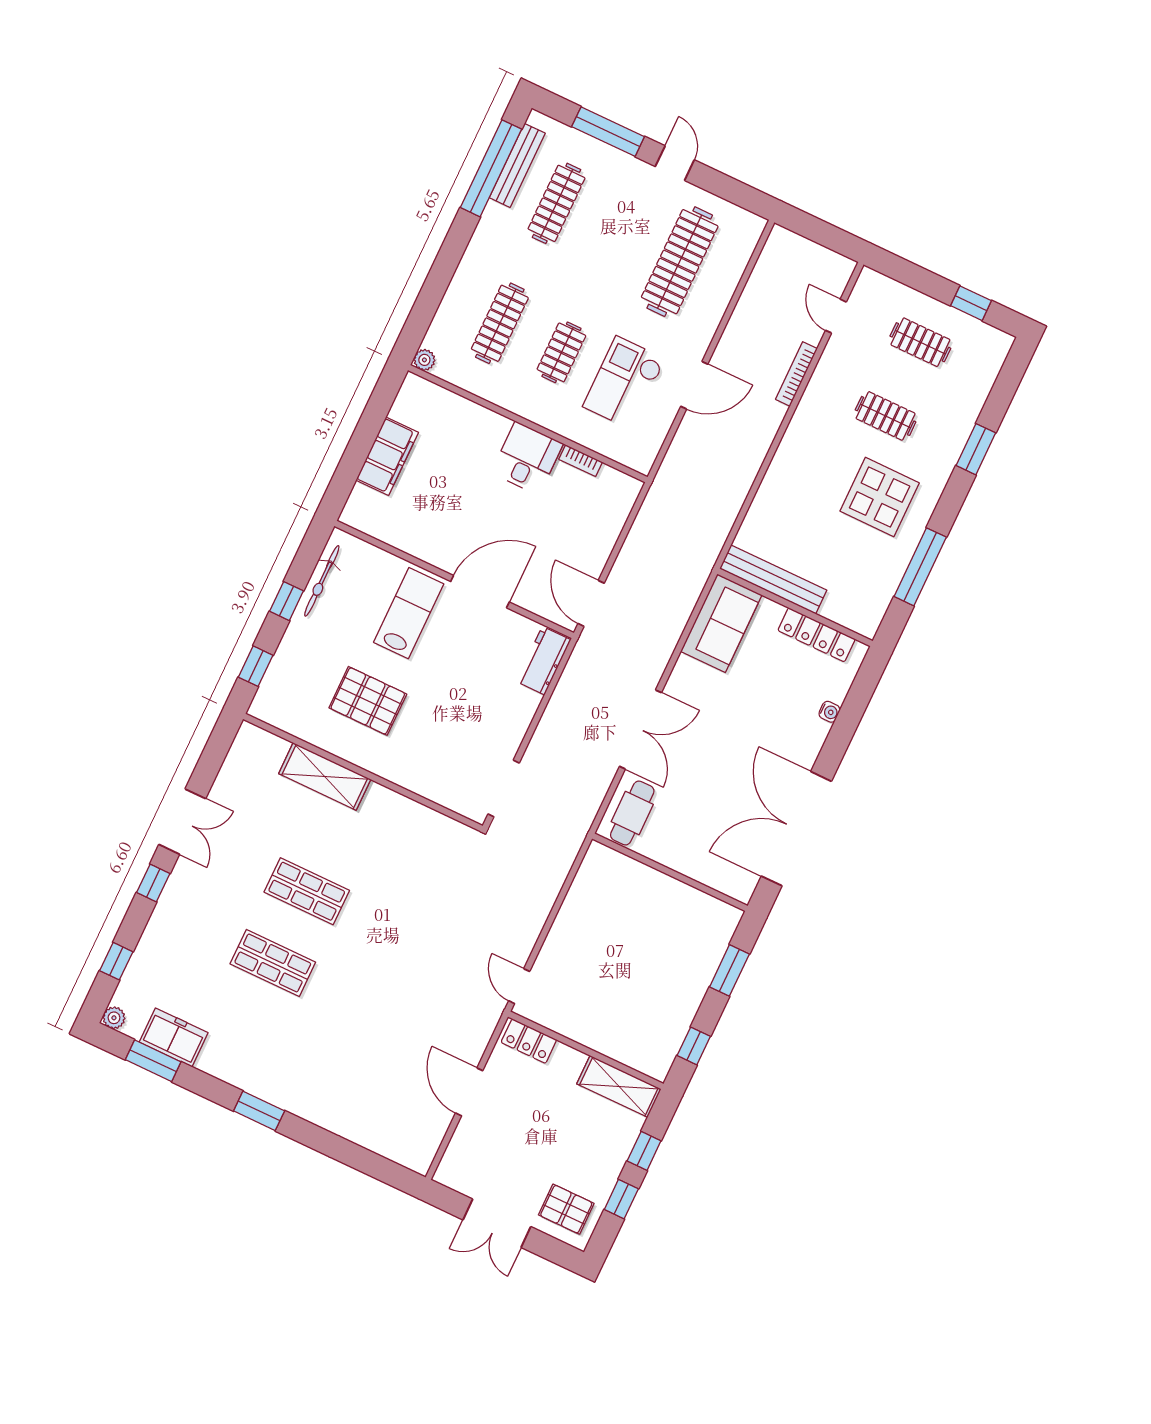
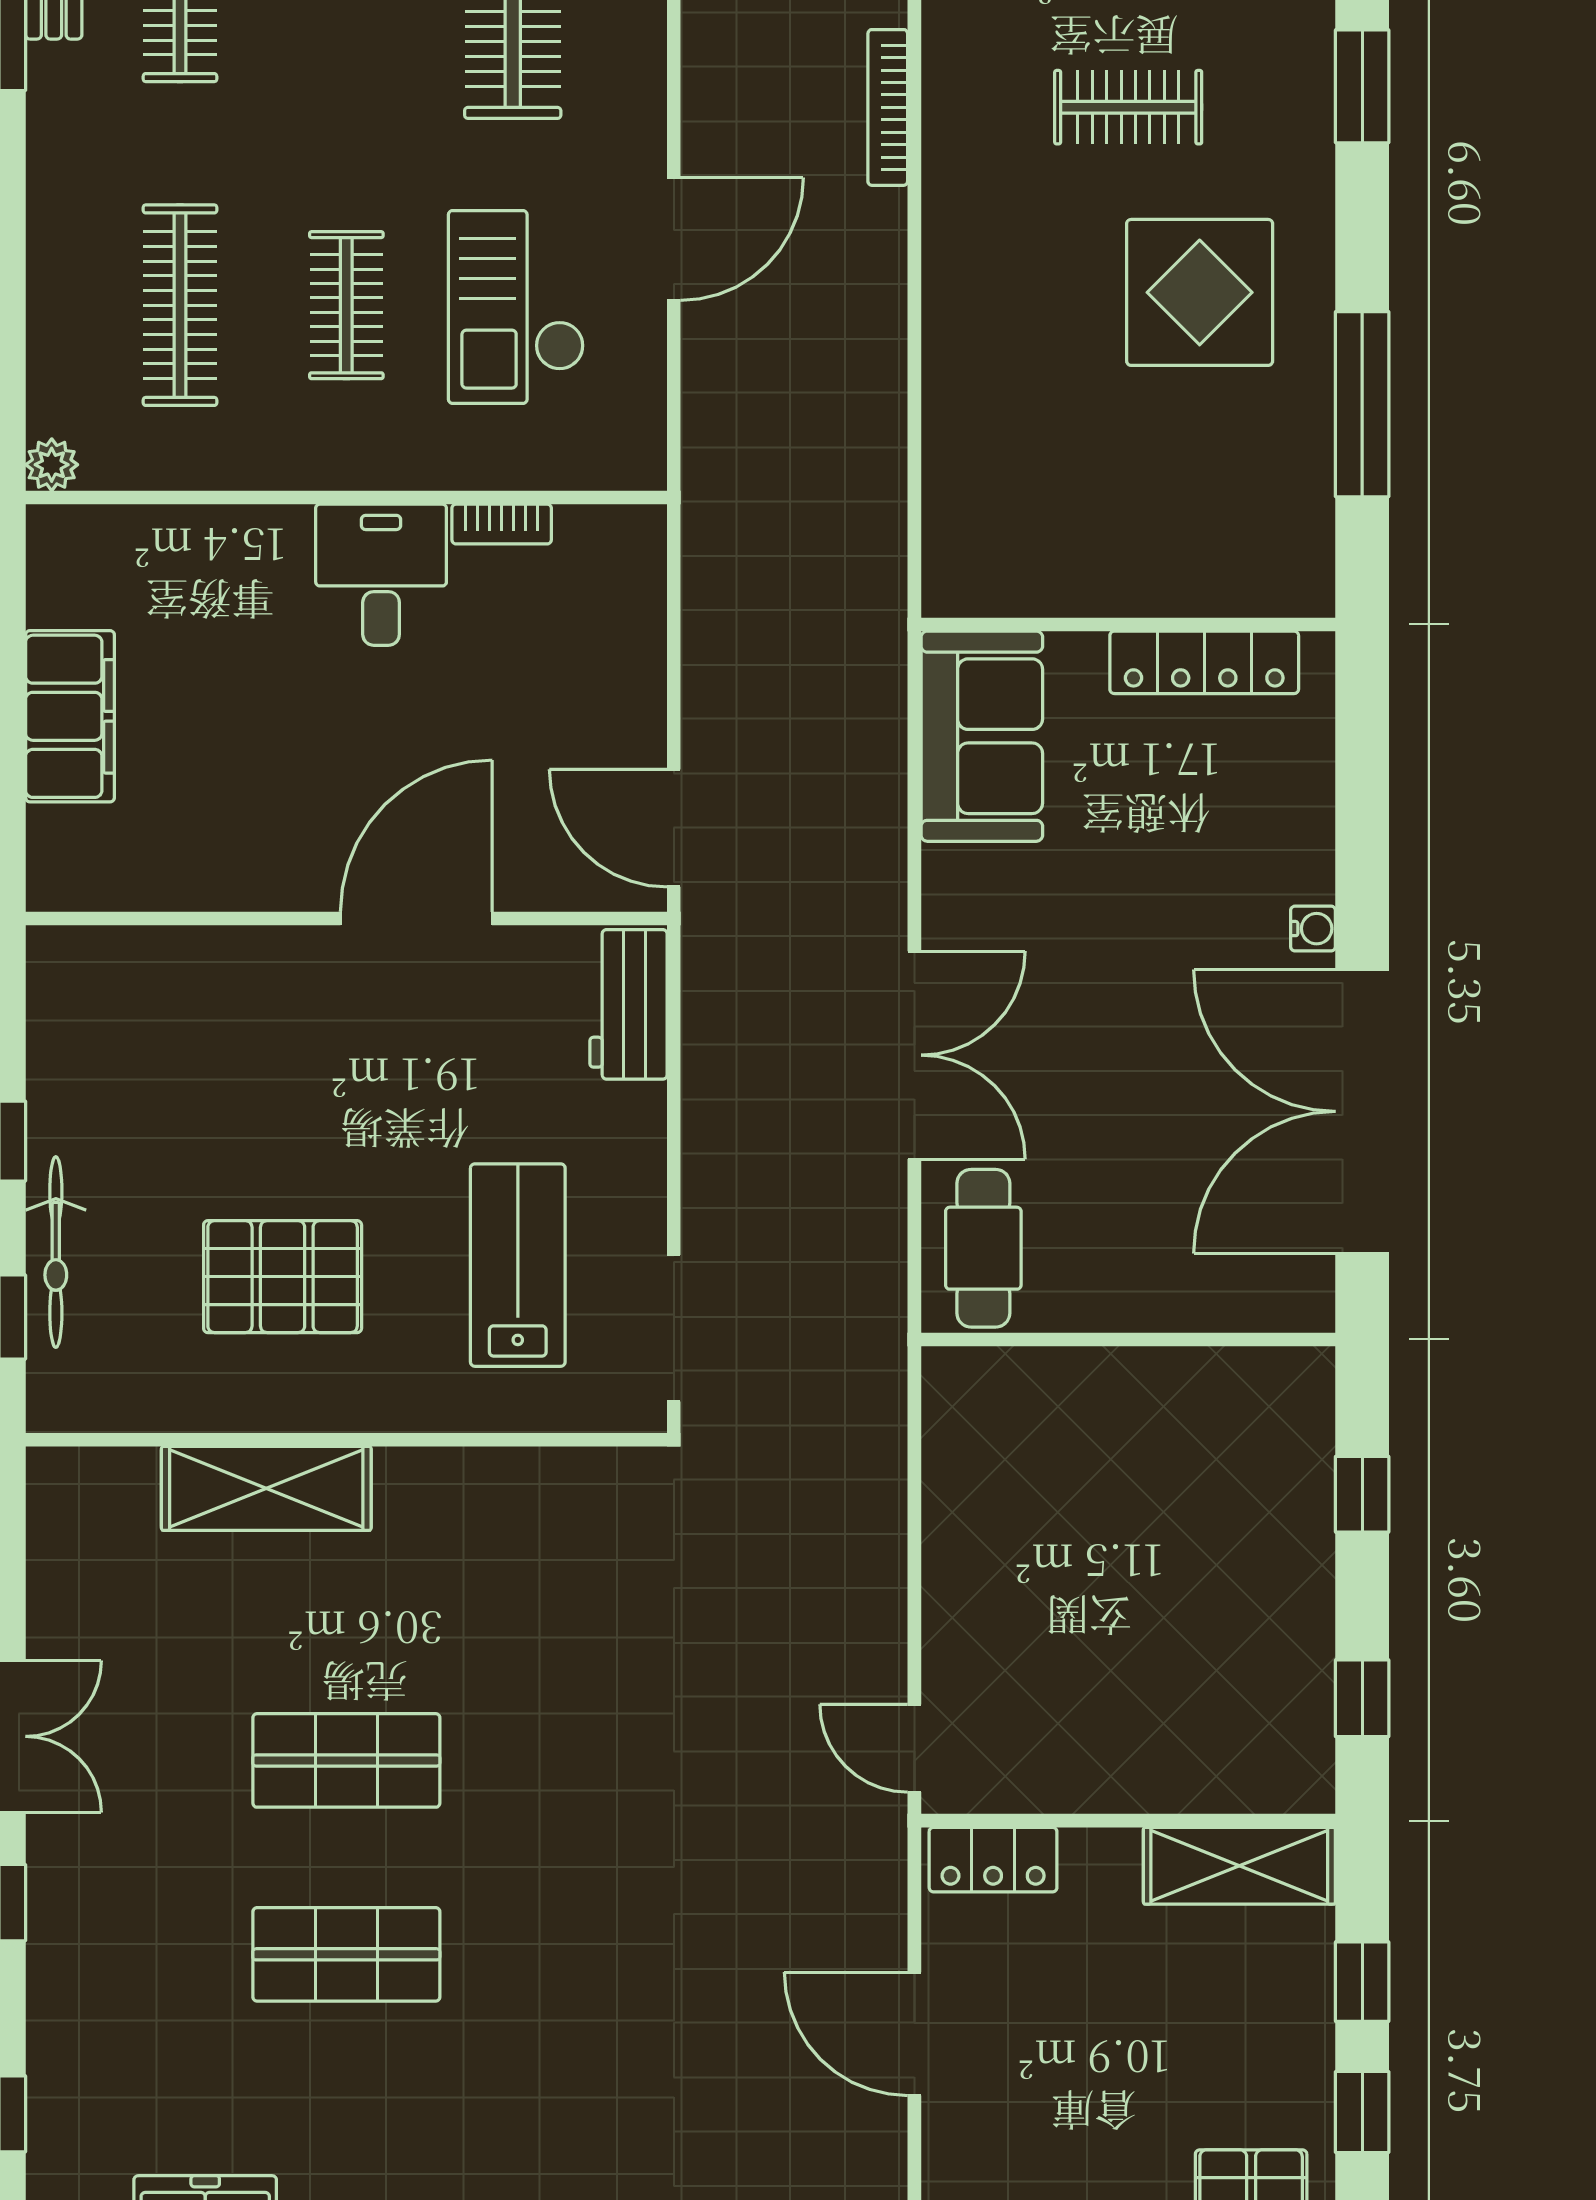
bench: (773, 579) -> (1051, 585), removed
bicycle: (322, 581) -> (56, 1252), moved
lab bench: (409, 613) -> (518, 1265), moved
water cooler: (829, 712) -> (1313, 929), moved
window: (729, 970) -> (1362, 1494), width x0.67

